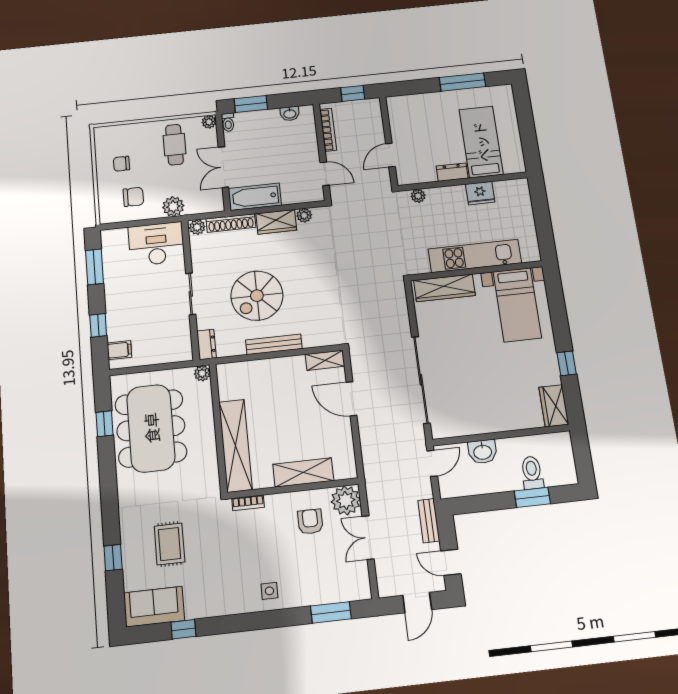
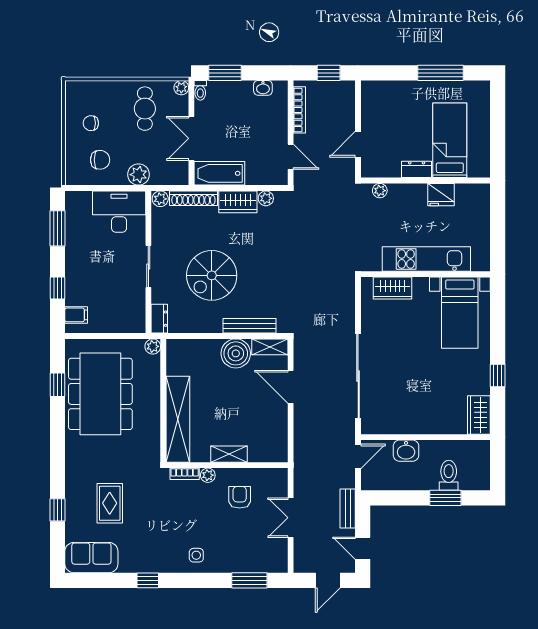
wardrobe: (444, 288) -> (393, 288), width x0.67
bench: (274, 344) -> (250, 326), moved
boiler: (290, 371) -> (236, 353), added
shelving: (303, 472) -> (229, 454), width x0.67, depth x0.75
plant: (346, 500) -> (208, 475), moved, width x0.53, depth x0.53
window: (183, 629) -> (148, 580), moved

